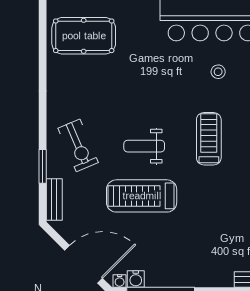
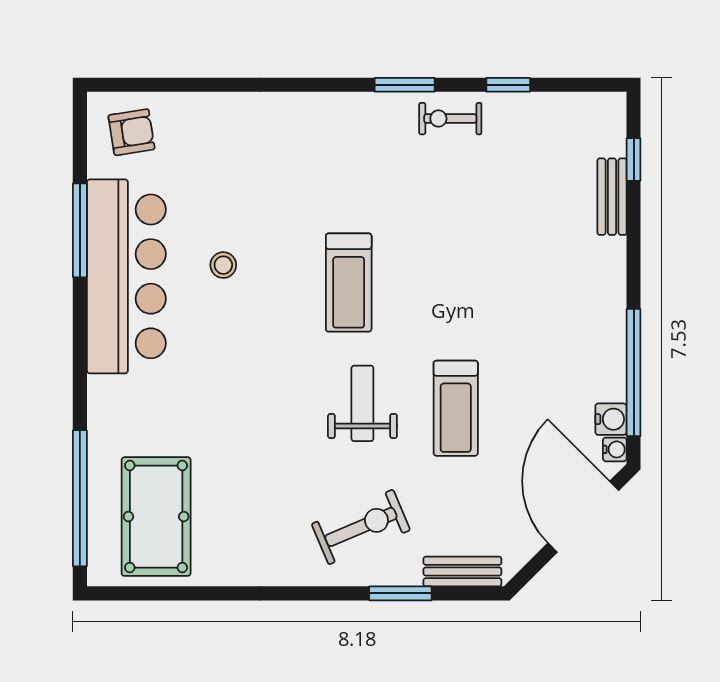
treadmill: (209, 139) -> (349, 283), turned -90
weight bench: (144, 146) -> (362, 403), turned 180
treadmill: (142, 196) -> (456, 408), width x0.73, depth x0.73

